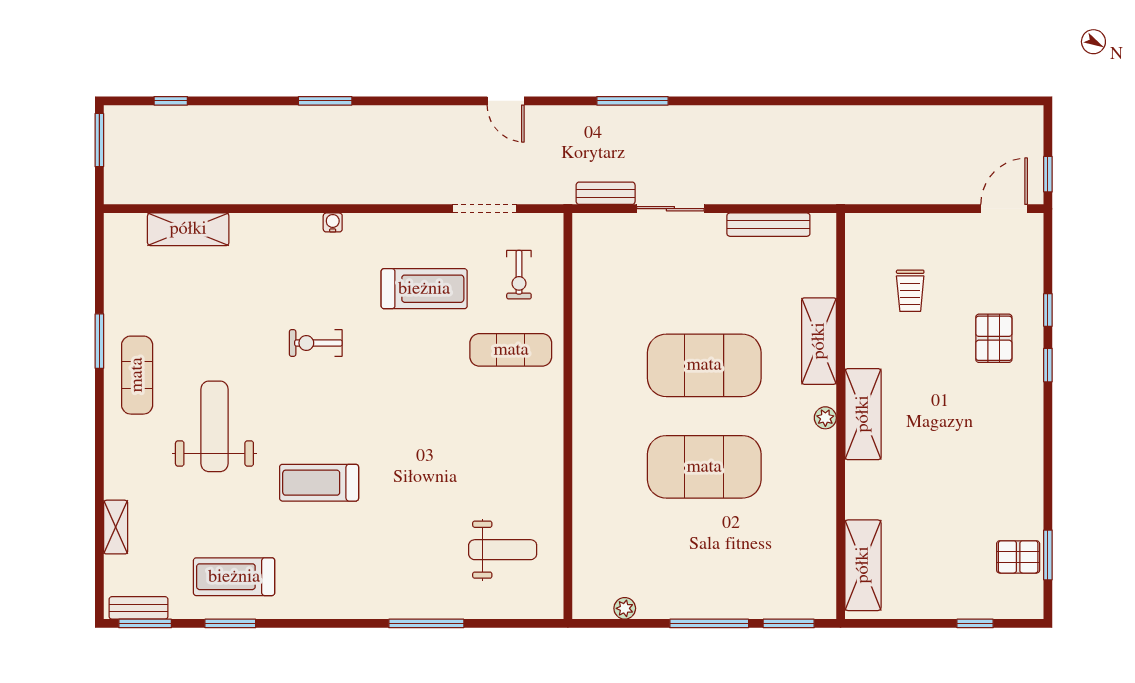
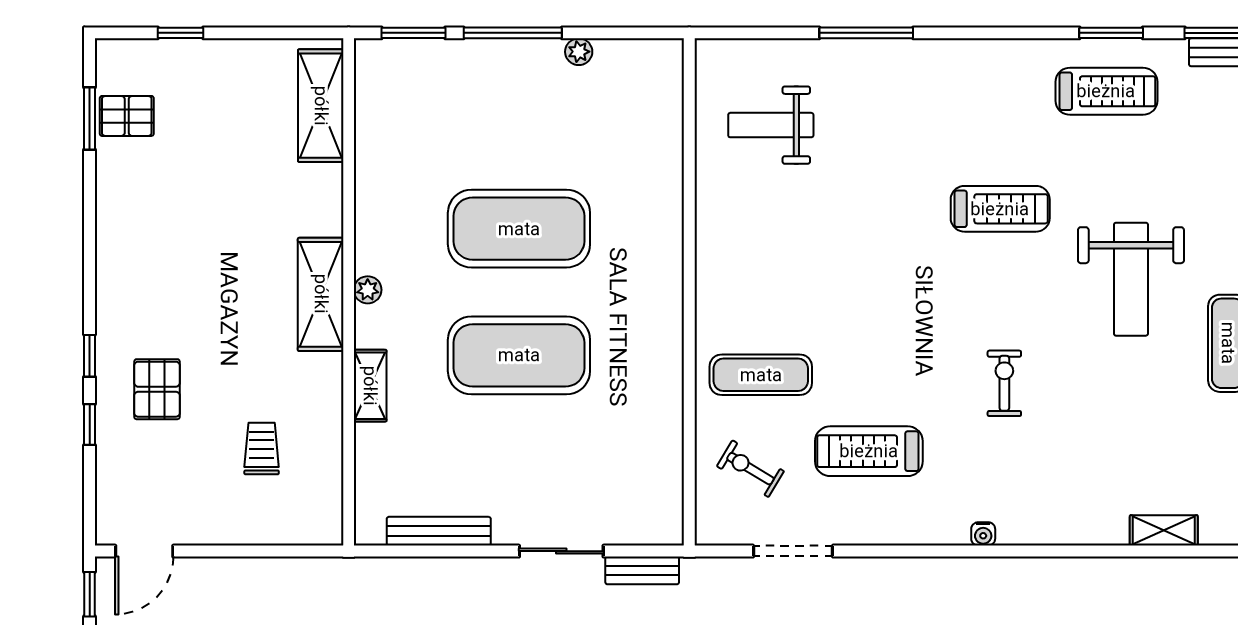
shelving: (188, 229) -> (1164, 530), width x0.67, depth x0.75
exercise bike: (519, 275) -> (750, 469), turned -59
shelving: (819, 341) -> (370, 386), width x0.67, depth x0.75
exercise bike: (316, 343) -> (1004, 383), turned -90
plant: (625, 608) -> (579, 52), moved

